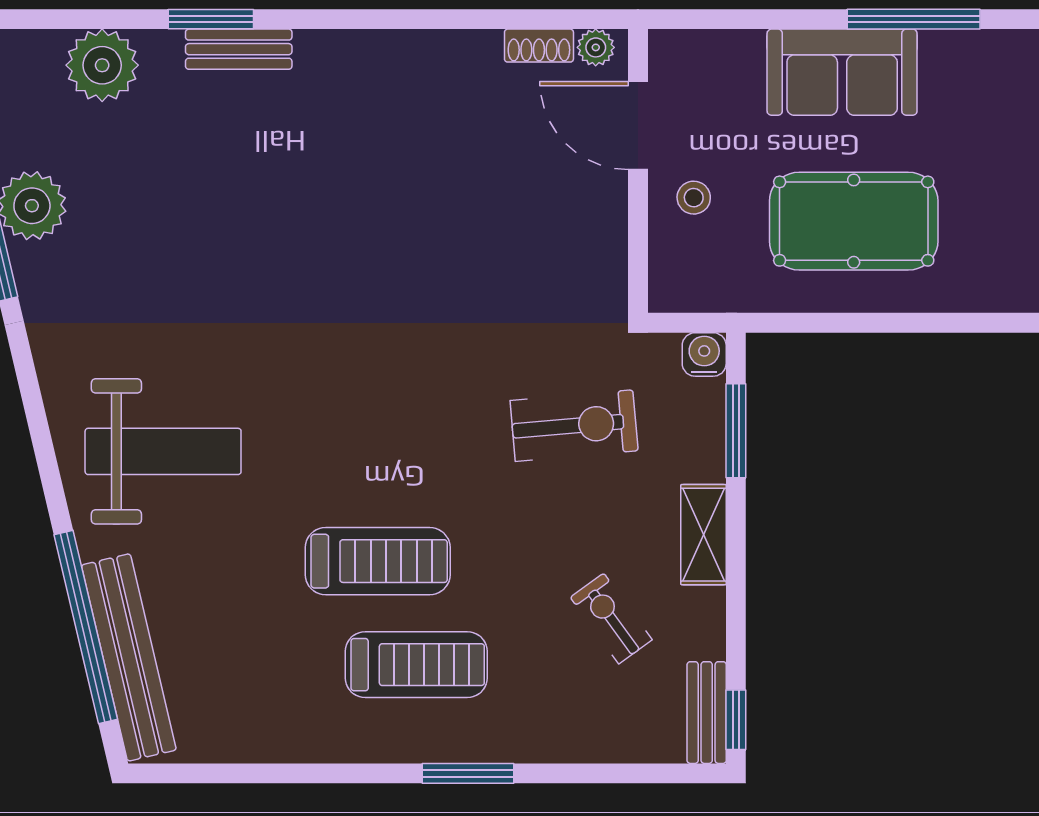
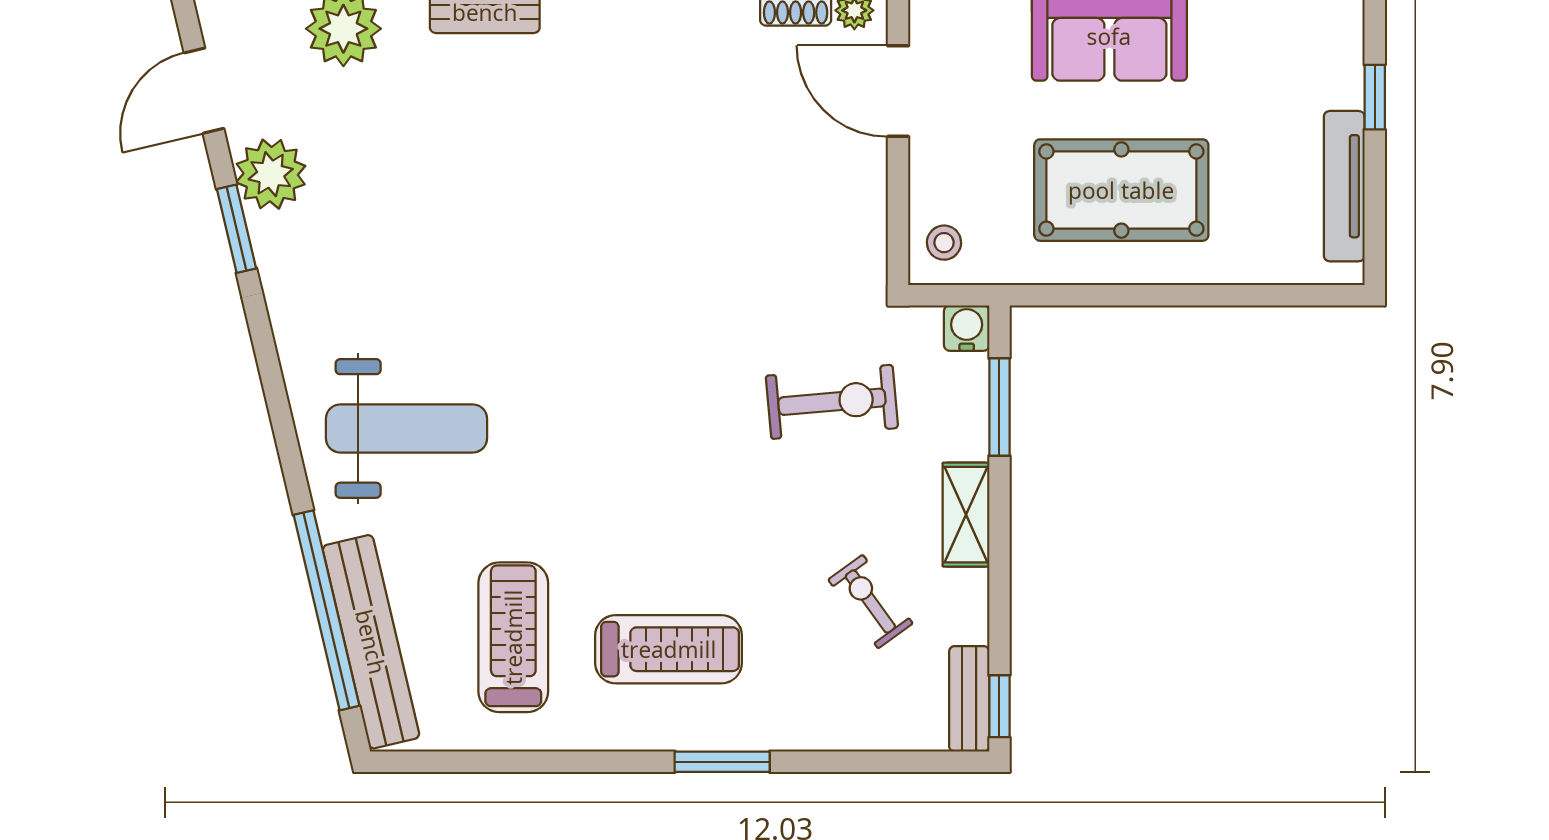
stool: (694, 198) -> (944, 243), moved
treadmill: (378, 561) -> (513, 637), moved, turned -90

